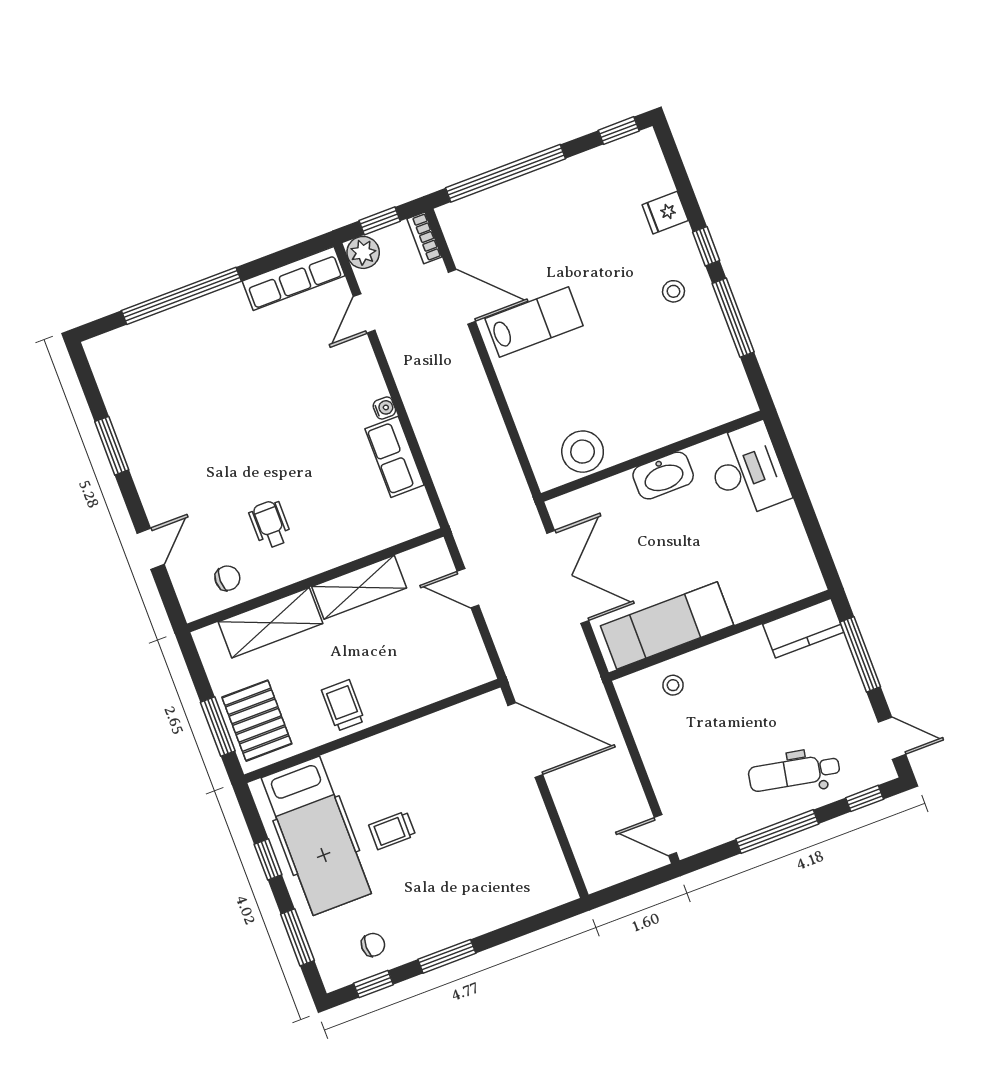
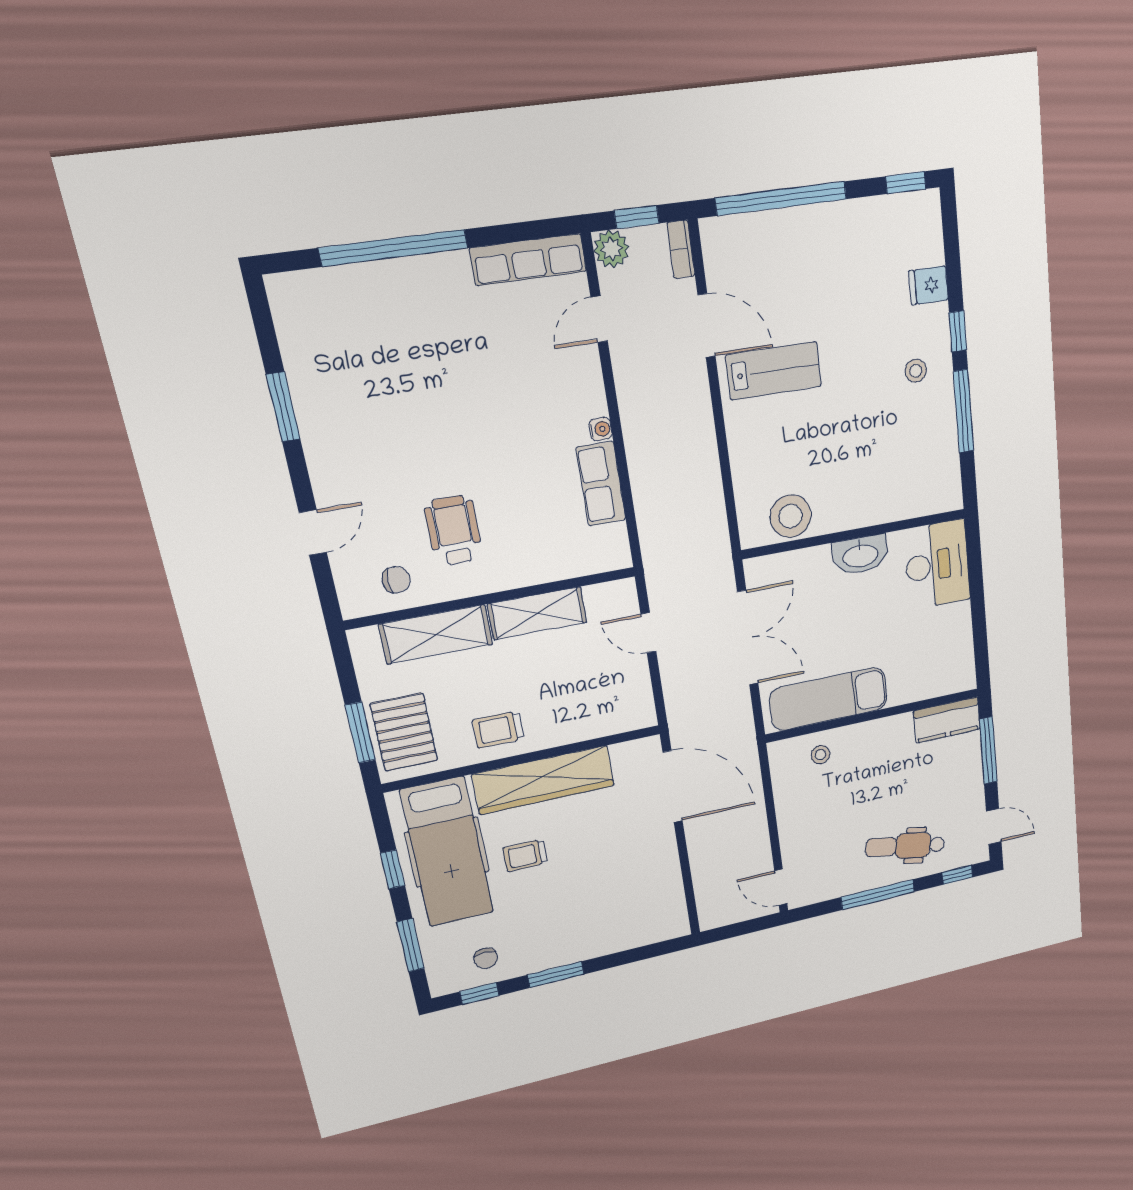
wheelchair: (270, 524) -> (454, 530), width x1.36, depth x1.37
trolley: (343, 705) -> (498, 730), turned -90
wardrobe: (396, 750) -> (544, 780), added
chair: (373, 945) -> (486, 958), turned 90

